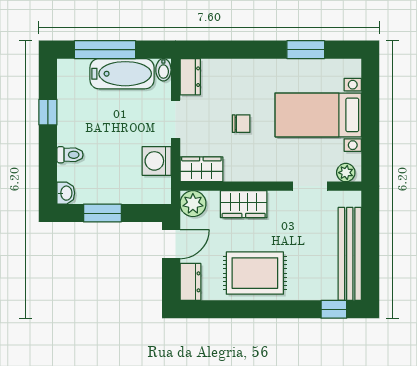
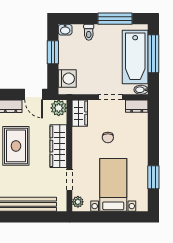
bathtub: (122, 74) -> (135, 57), width x1.36, depth x1.36
window: (48, 112) -> (115, 19), width x2.17
washing machine: (157, 161) -> (67, 79), moved, turned 90
wardrobe: (244, 204) -> (58, 146), width x1.50

